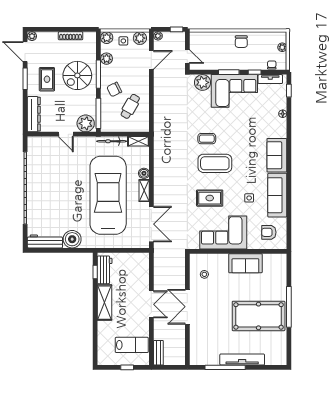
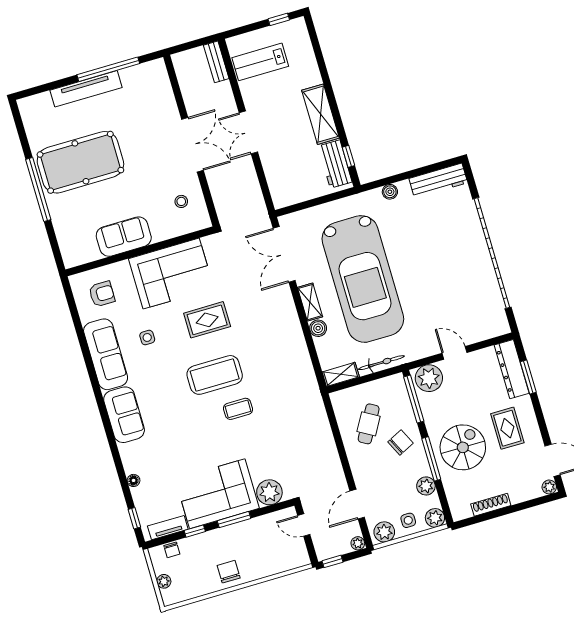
window: (25, 79) -> (528, 377), moved
boiler: (72, 239) -> (390, 192), width x0.54, depth x0.54
window: (127, 367) -> (279, 19), moved

